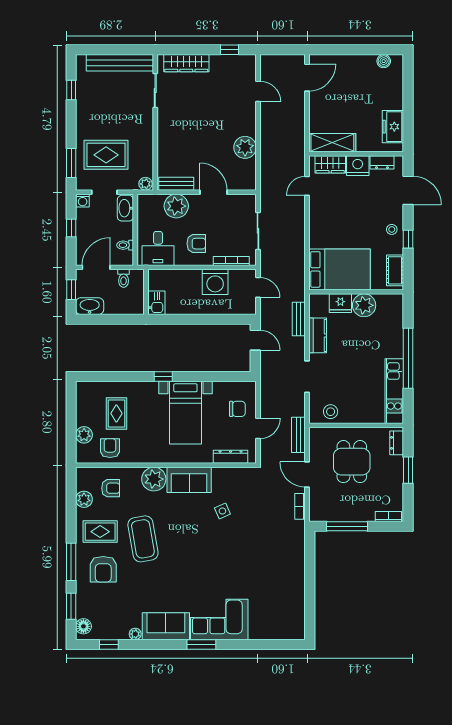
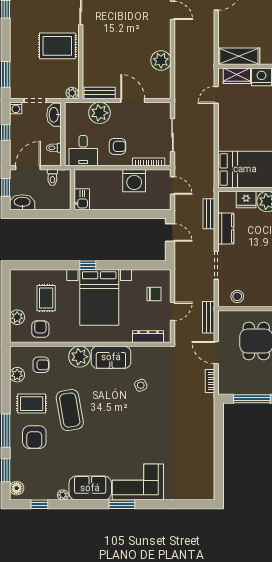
rug: (106, 155) -> (57, 46), moved
bed with nightstands: (185, 413) -> (99, 297), width x1.36

